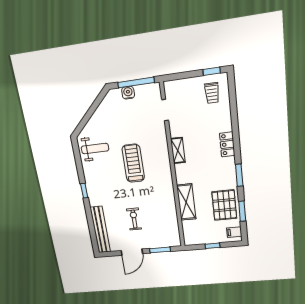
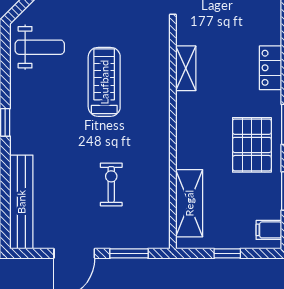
shelving: (186, 202) -> (189, 203), moved
pallet: (224, 205) -> (252, 145), moved
exercise bike: (134, 219) -> (111, 184), moved

